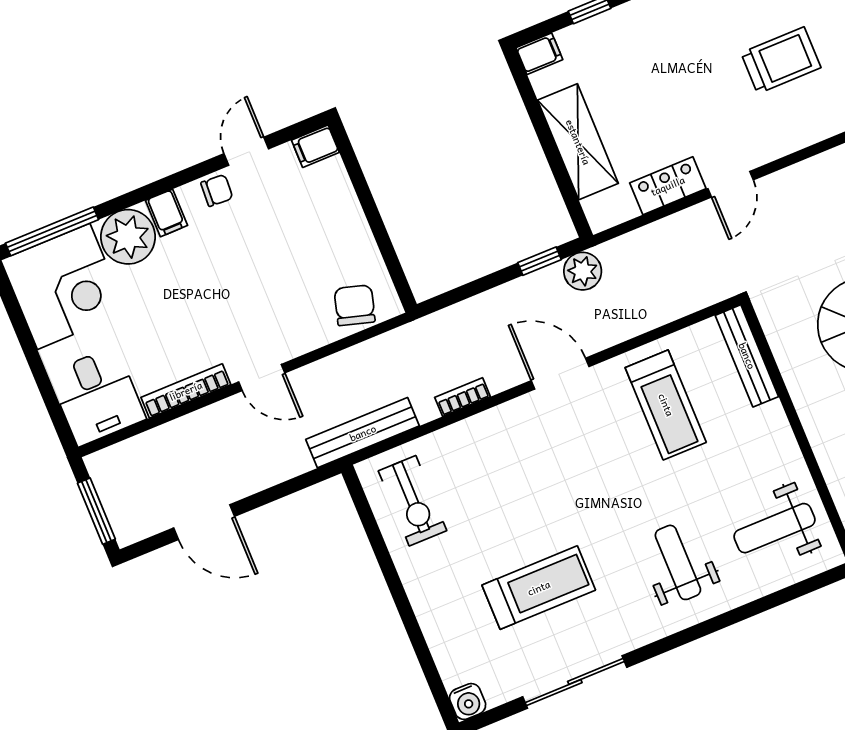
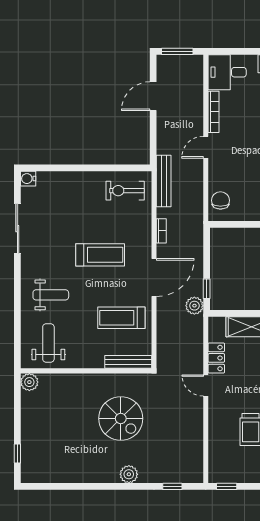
chair: (355, 305) -> (220, 200), turned -106
door: (560, 374) -> (154, 278), width x1.36
treadmill: (539, 588) -> (100, 255), moved, turned -90

